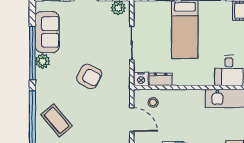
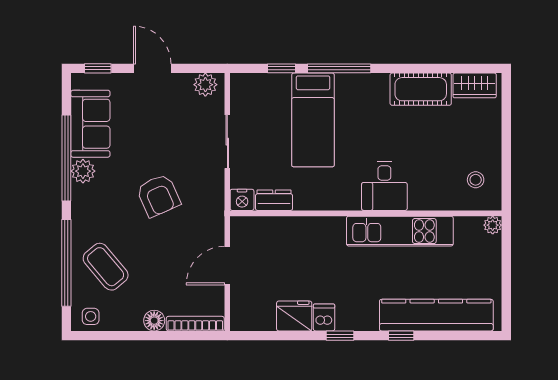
armchair: (89, 76) -> (158, 196), turned 38
stool: (153, 102) -> (262, 238), removed
door: (132, 120) -> (227, 266), swing flipped

